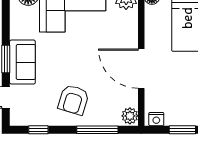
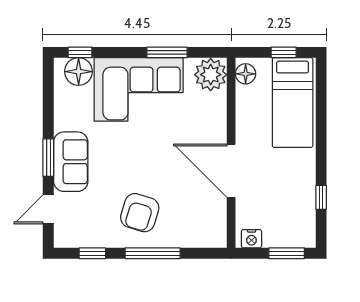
plant: (130, 116) -> (216, 234), removed
window: (97, 130) -> (153, 253), moved

